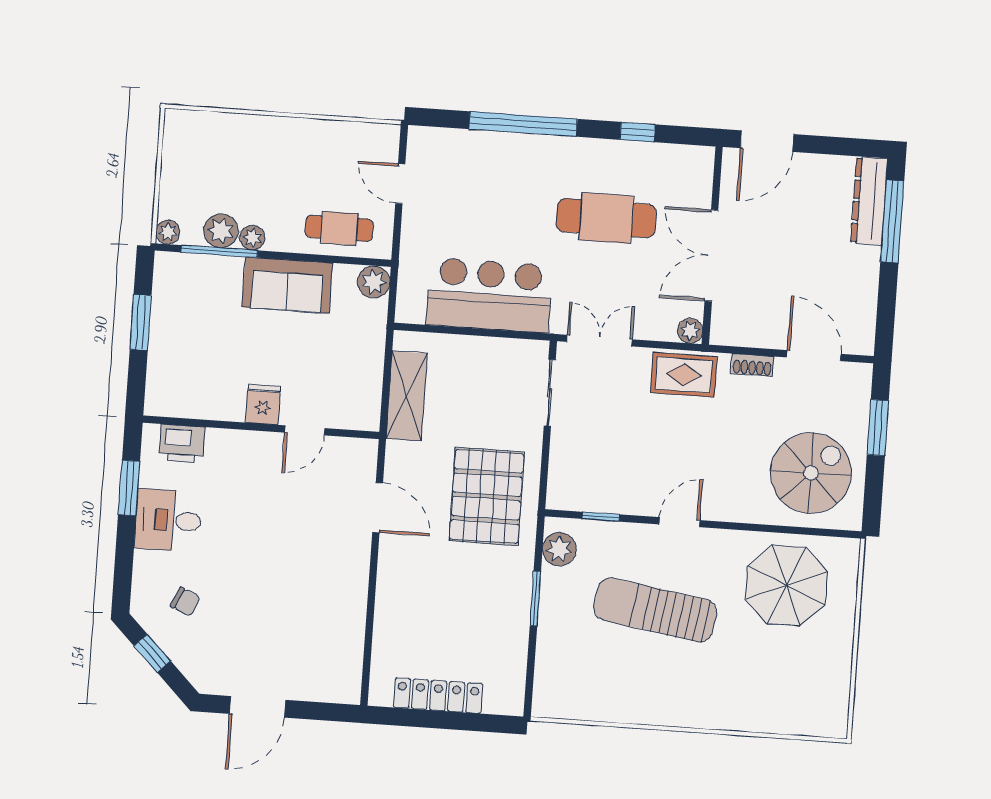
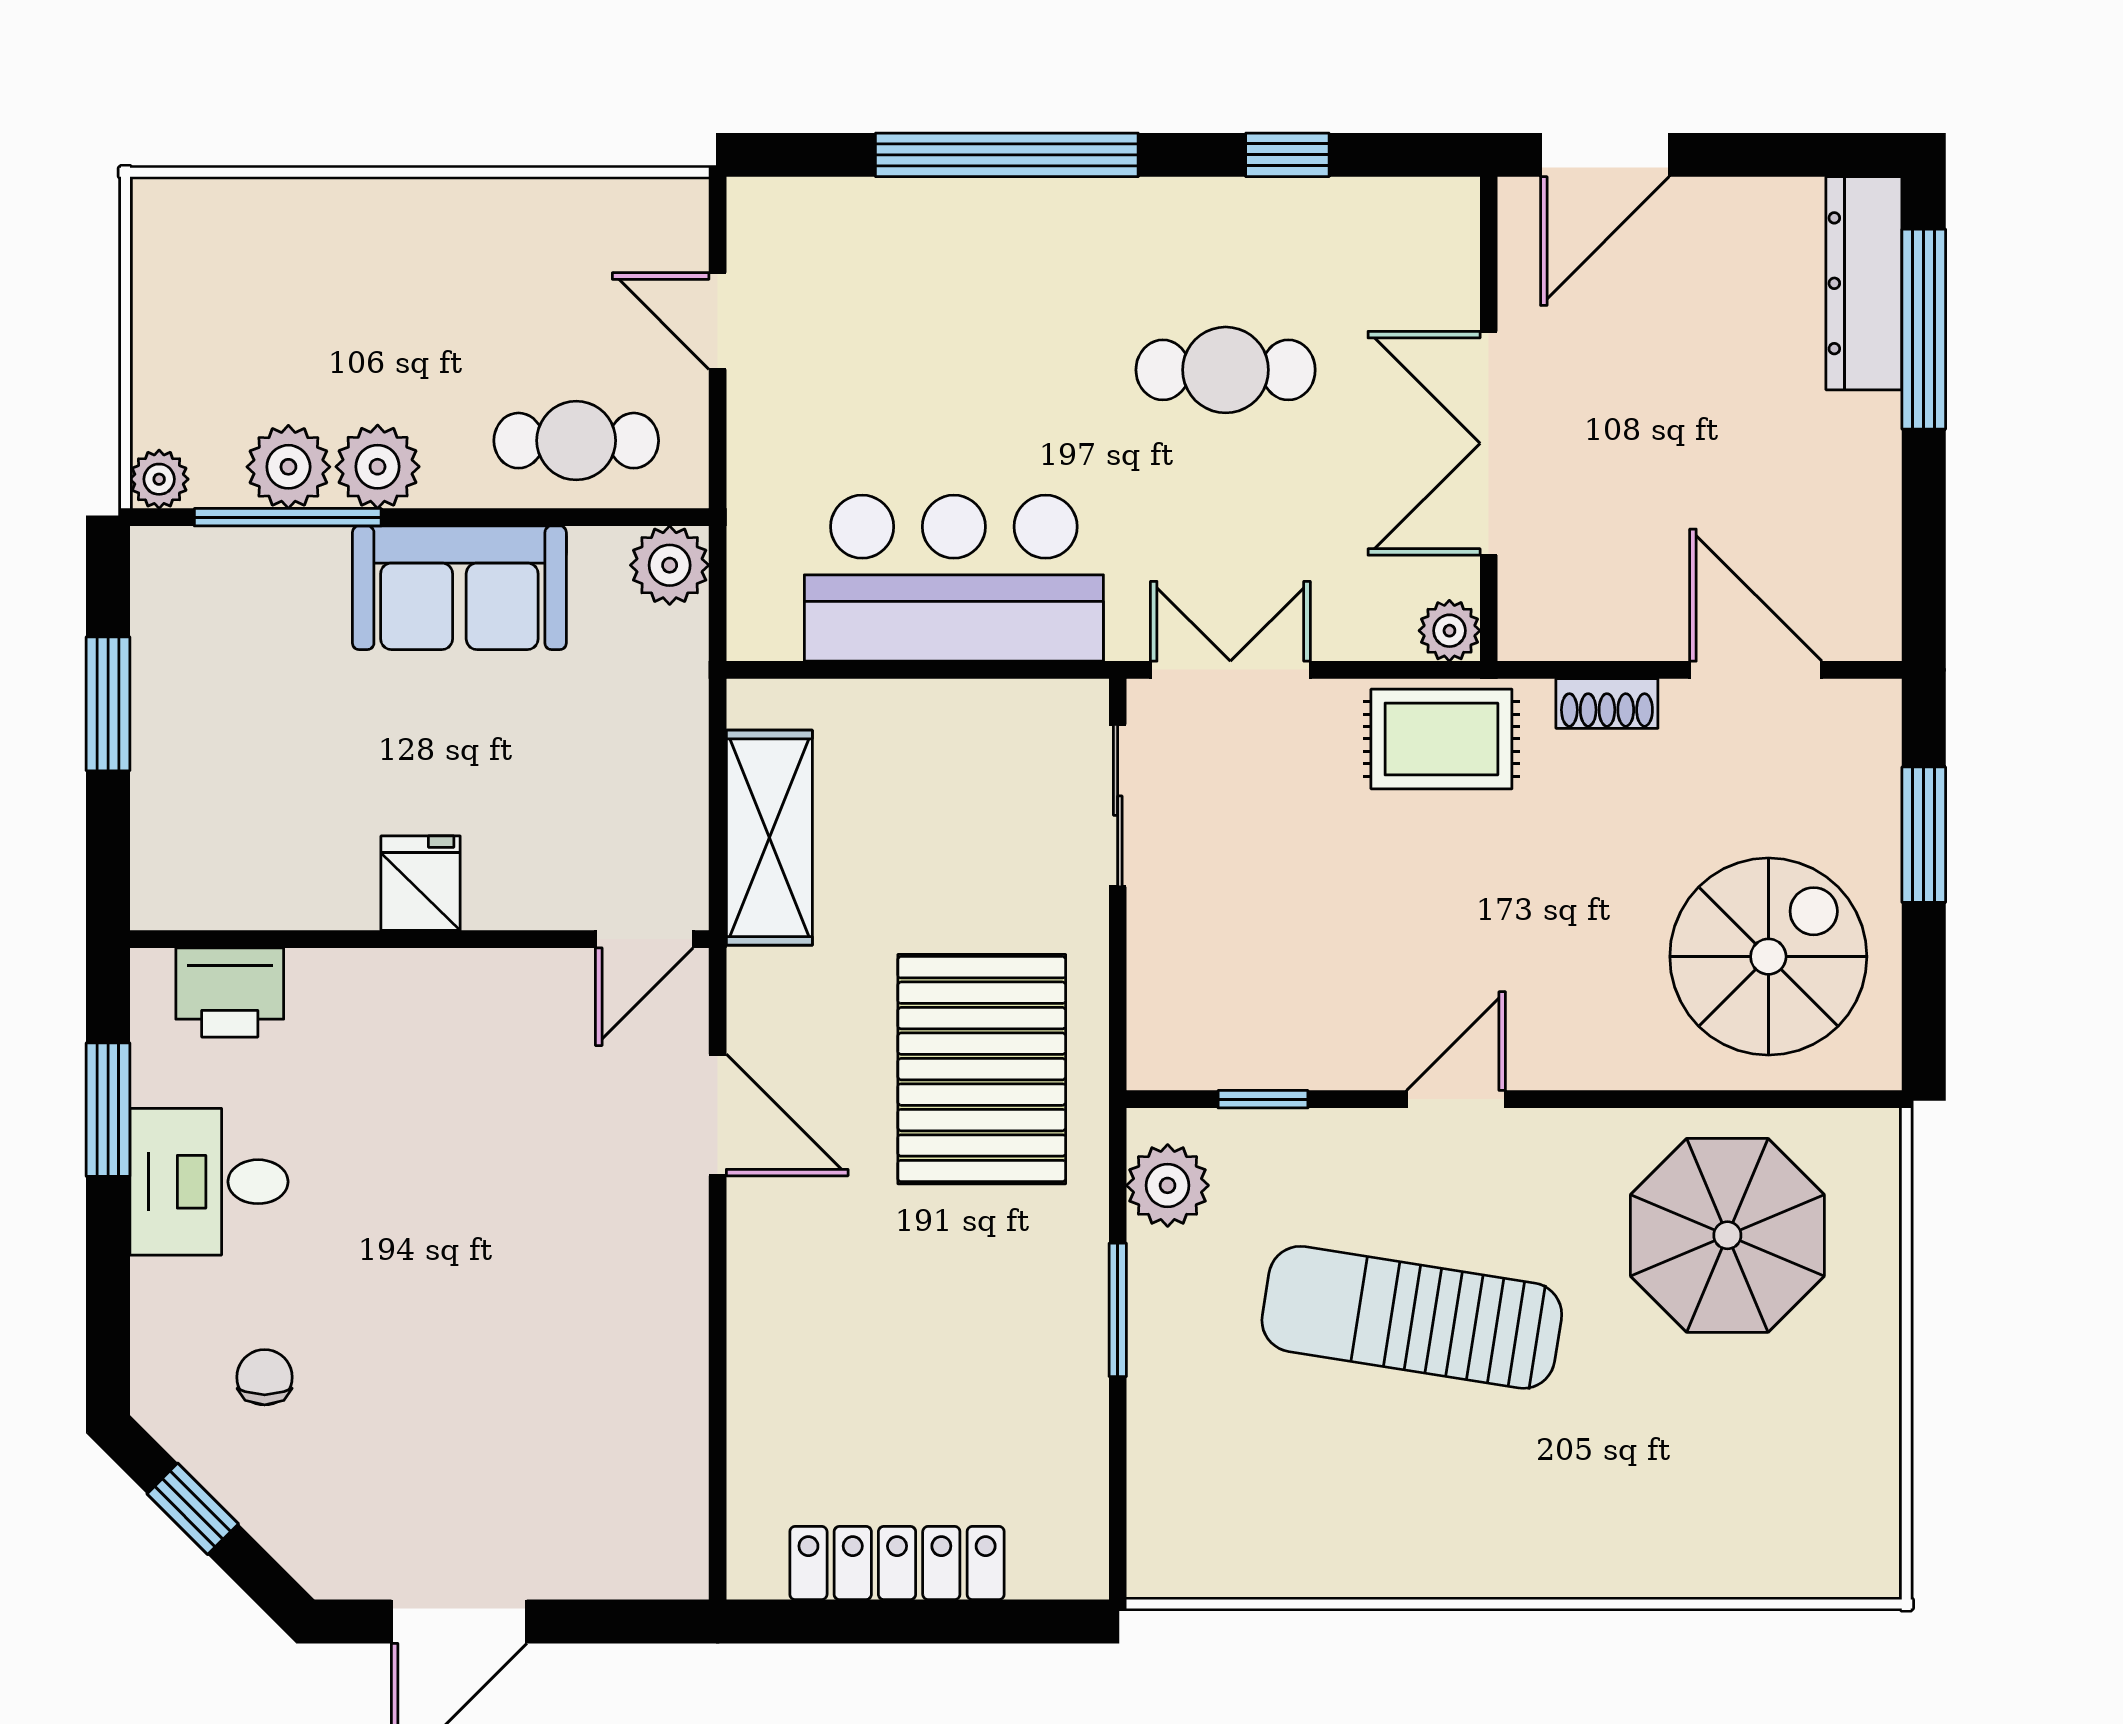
cafe table: (606, 218) -> (1226, 370), width x0.73, depth x0.74
plant: (252, 238) -> (378, 467), width x1.38, depth x1.38
door: (305, 430) -> (644, 939), moved
chair: (185, 602) -> (265, 1377), turned -114

